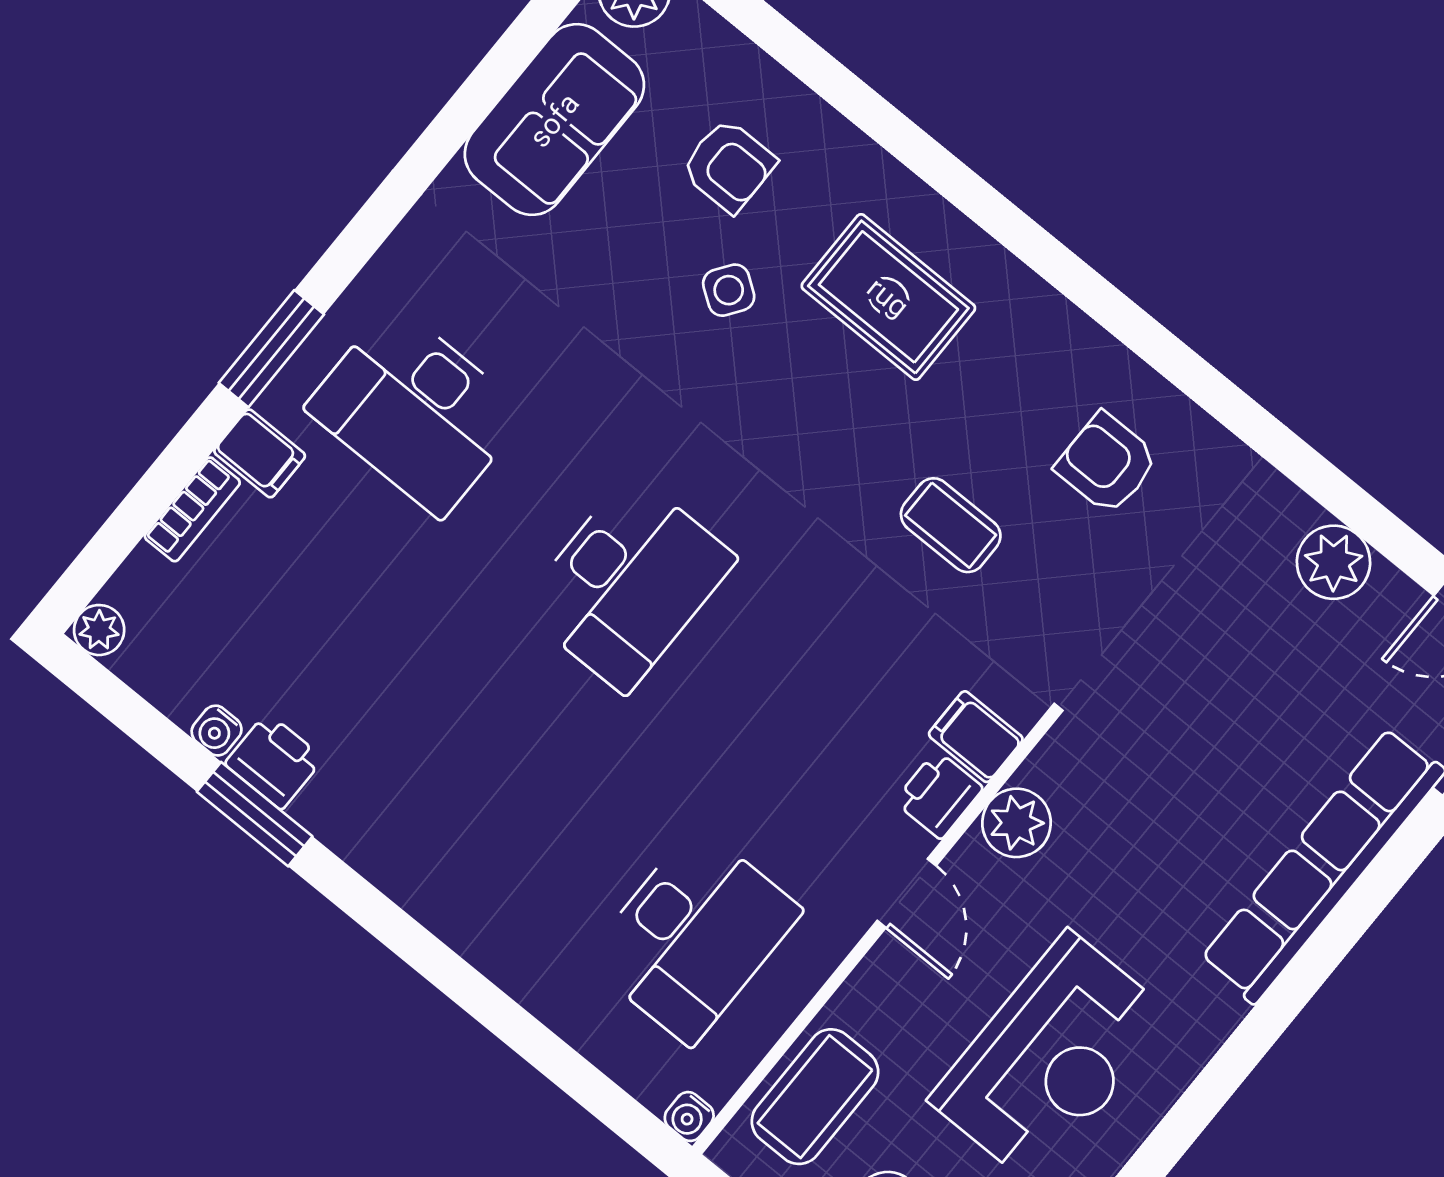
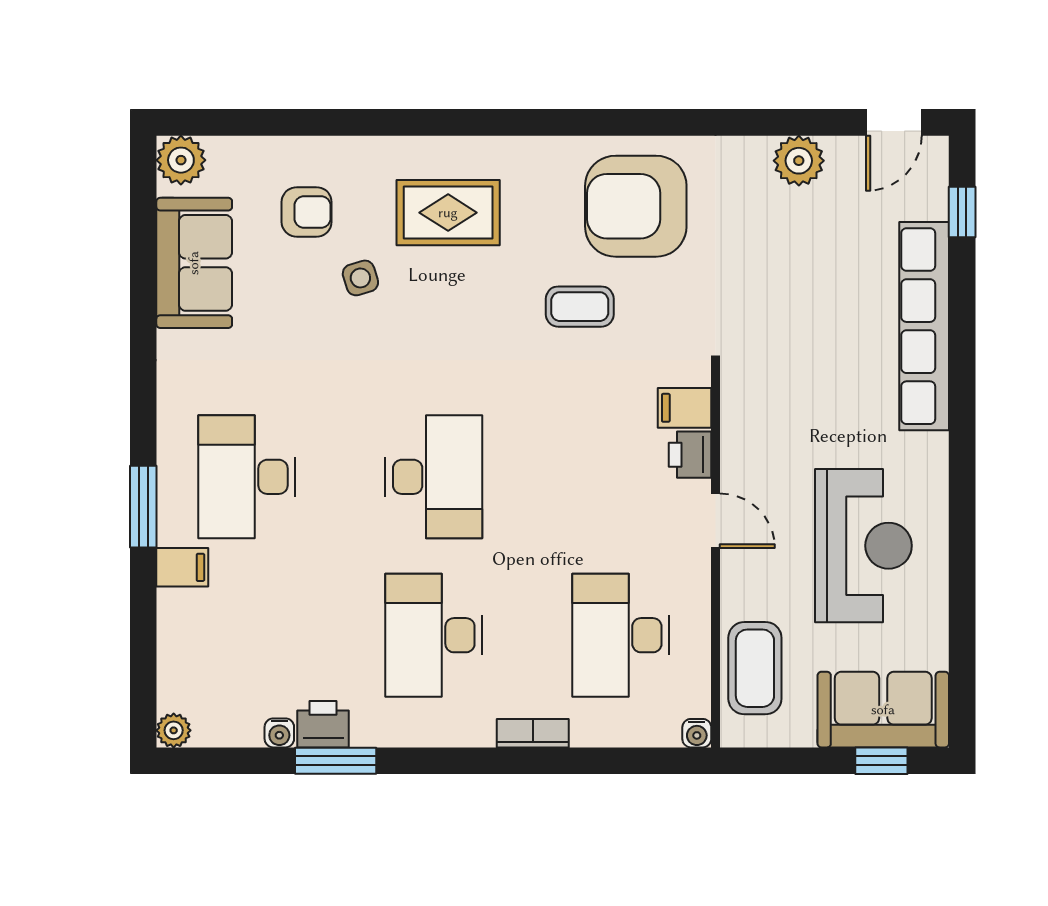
side table: (729, 290) -> (360, 278), turned 38
desk: (416, 411) -> (247, 477), turned 90
armchair: (1107, 463) -> (636, 206), width x1.88, depth x1.88
bookcase: (192, 509) -> (533, 733), moved, turned -90
desk: (482, 763) -> (434, 635), added
plant: (1016, 823) -> (743, 436), removed
desk: (694, 935) -> (621, 635), turned 180

